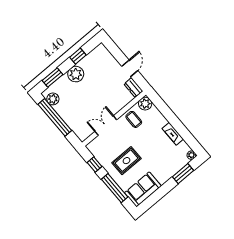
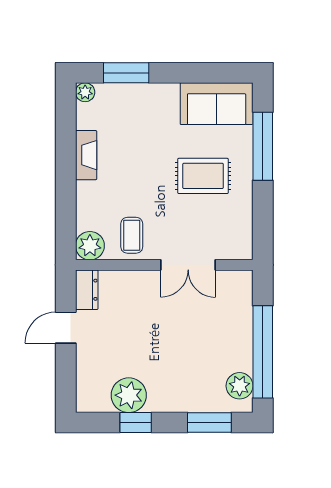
plant: (76, 74) -> (129, 395), moved
window: (95, 164) -> (263, 215), removed

